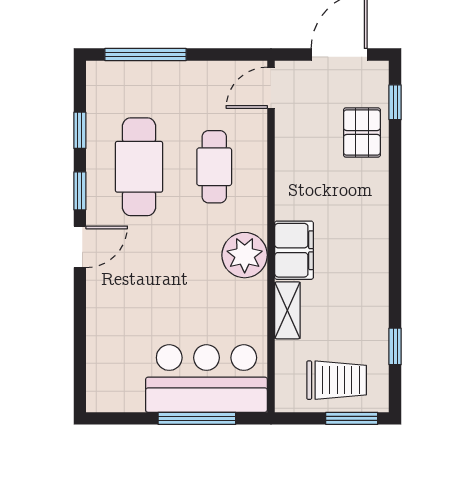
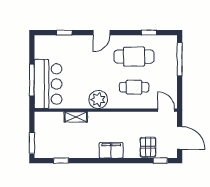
pallet: (362, 133) -> (148, 147), turned 90
window: (80, 191) -> (64, 33), moved
door: (80, 247) -> (102, 33), hinge flipped
filing cabinet: (294, 250) -> (111, 150), moved, turned 180
trolley: (337, 380) -> (47, 137), removed

